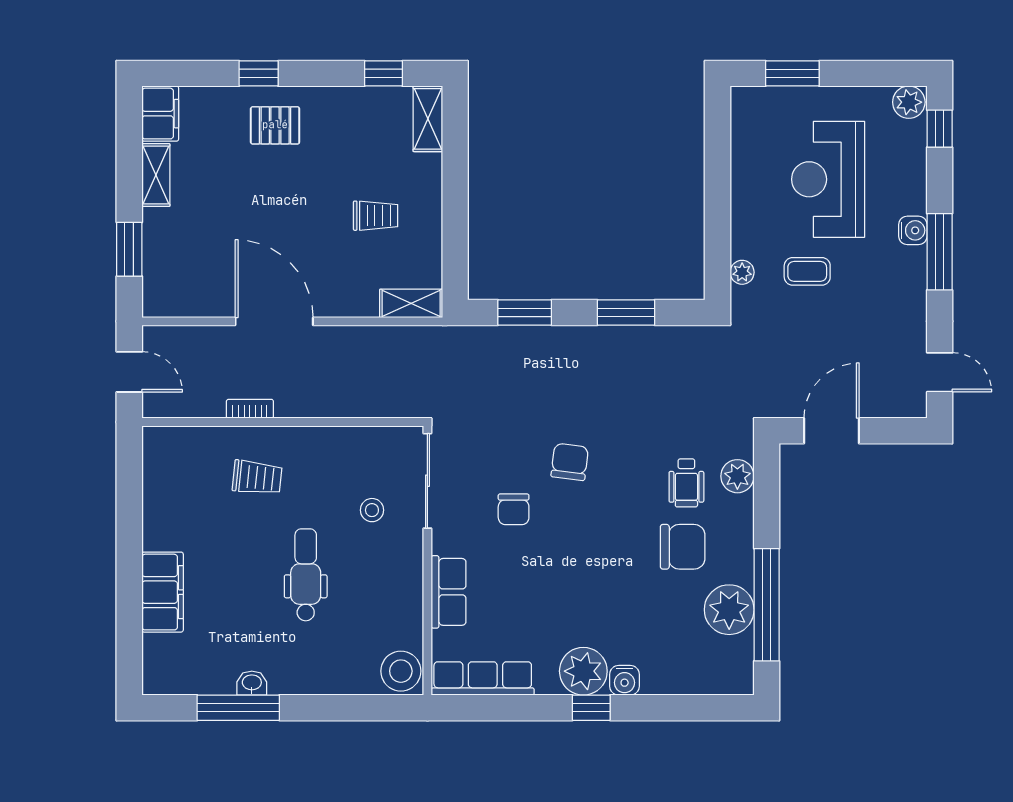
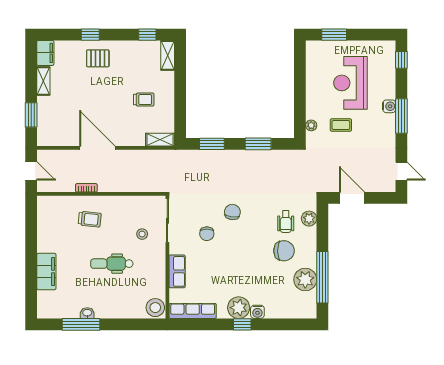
plant: (909, 102) -> (387, 48), removed
door: (832, 431) -> (352, 198), hinge flipped
dental chair: (306, 575) -> (112, 264), turned -90

